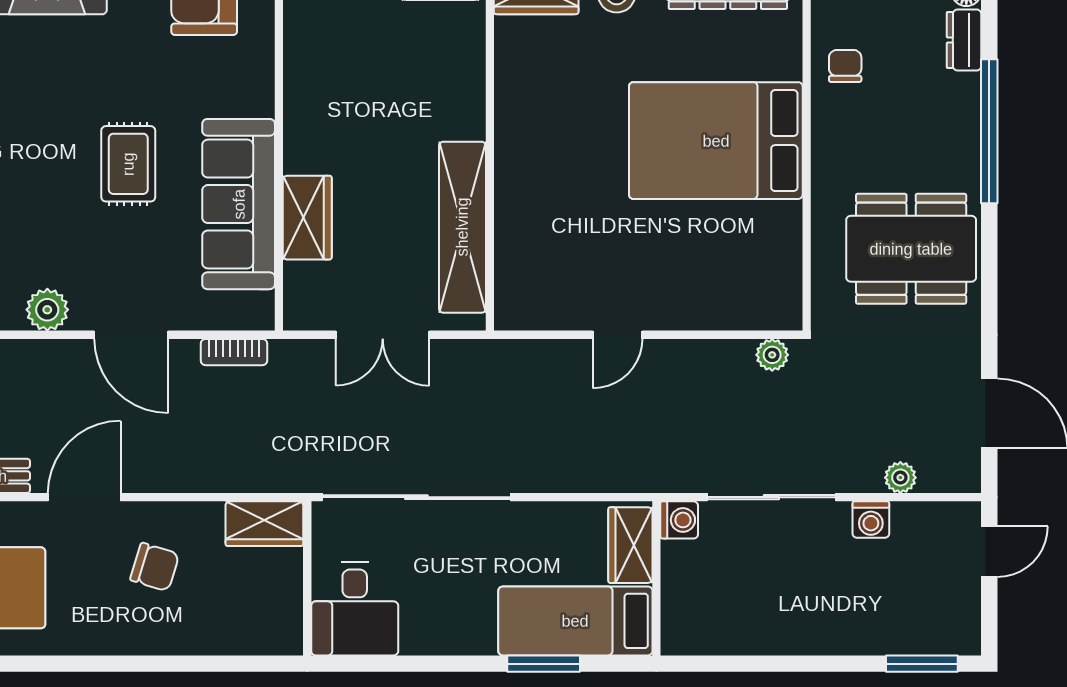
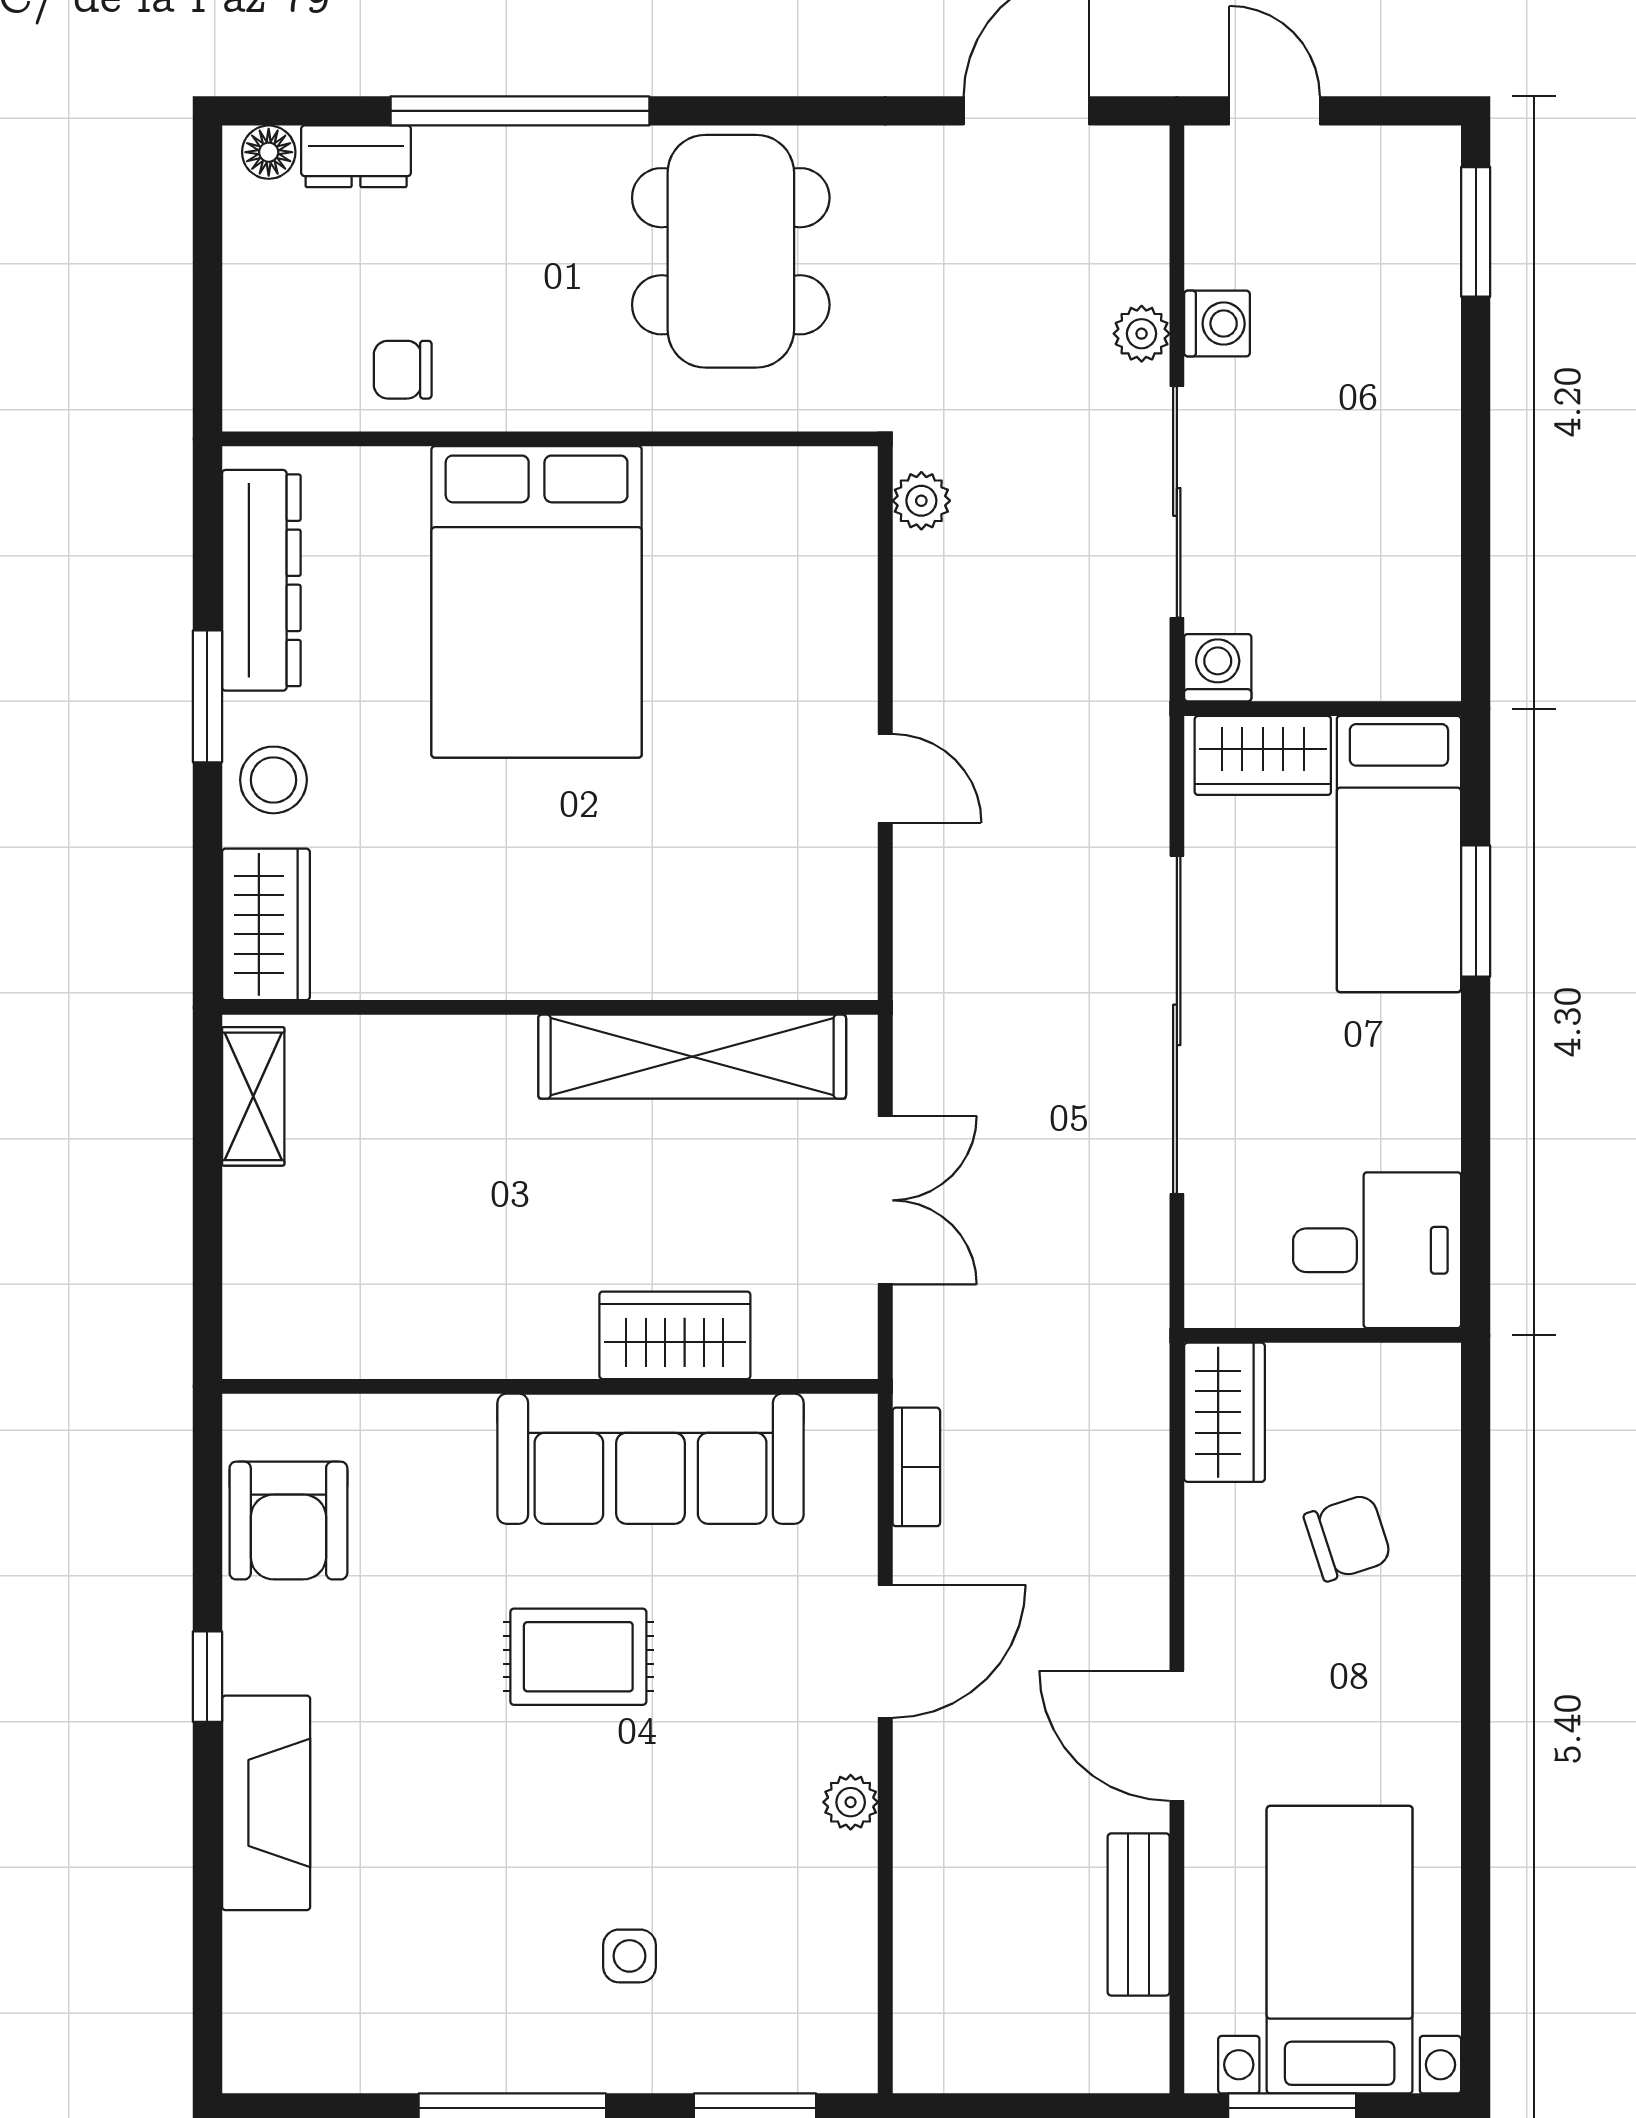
plant: (47, 310) -> (851, 1802), width x0.73, depth x0.73
plant: (900, 478) -> (1142, 334), moved
sliding door: (416, 497) -> (1177, 1025), moved
chair: (155, 567) -> (1348, 1538), moved, turned 55

